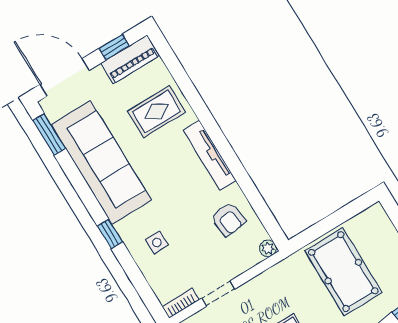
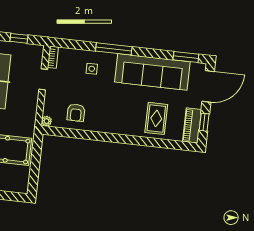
tv unit: (210, 156) -> (114, 128), removed
armchair: (228, 219) -> (76, 113), turned -83
window: (110, 234) -> (114, 49), width x2.17

